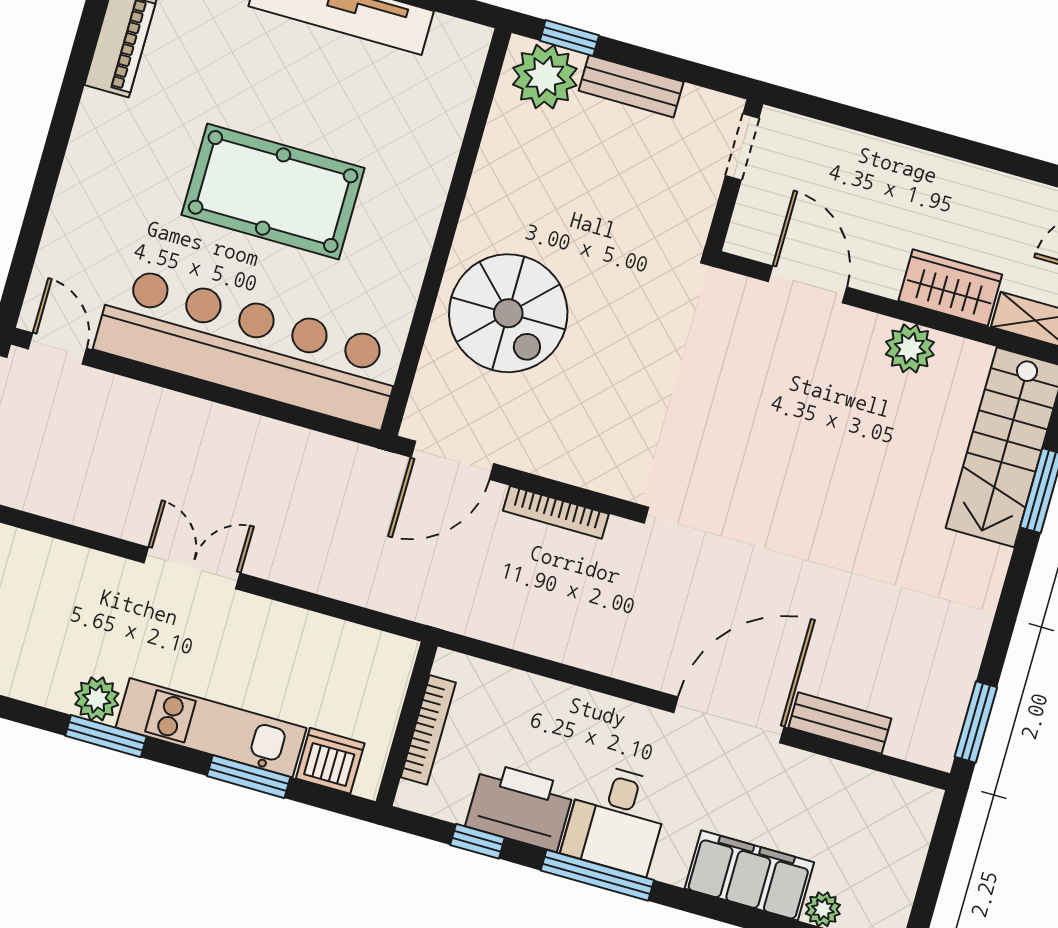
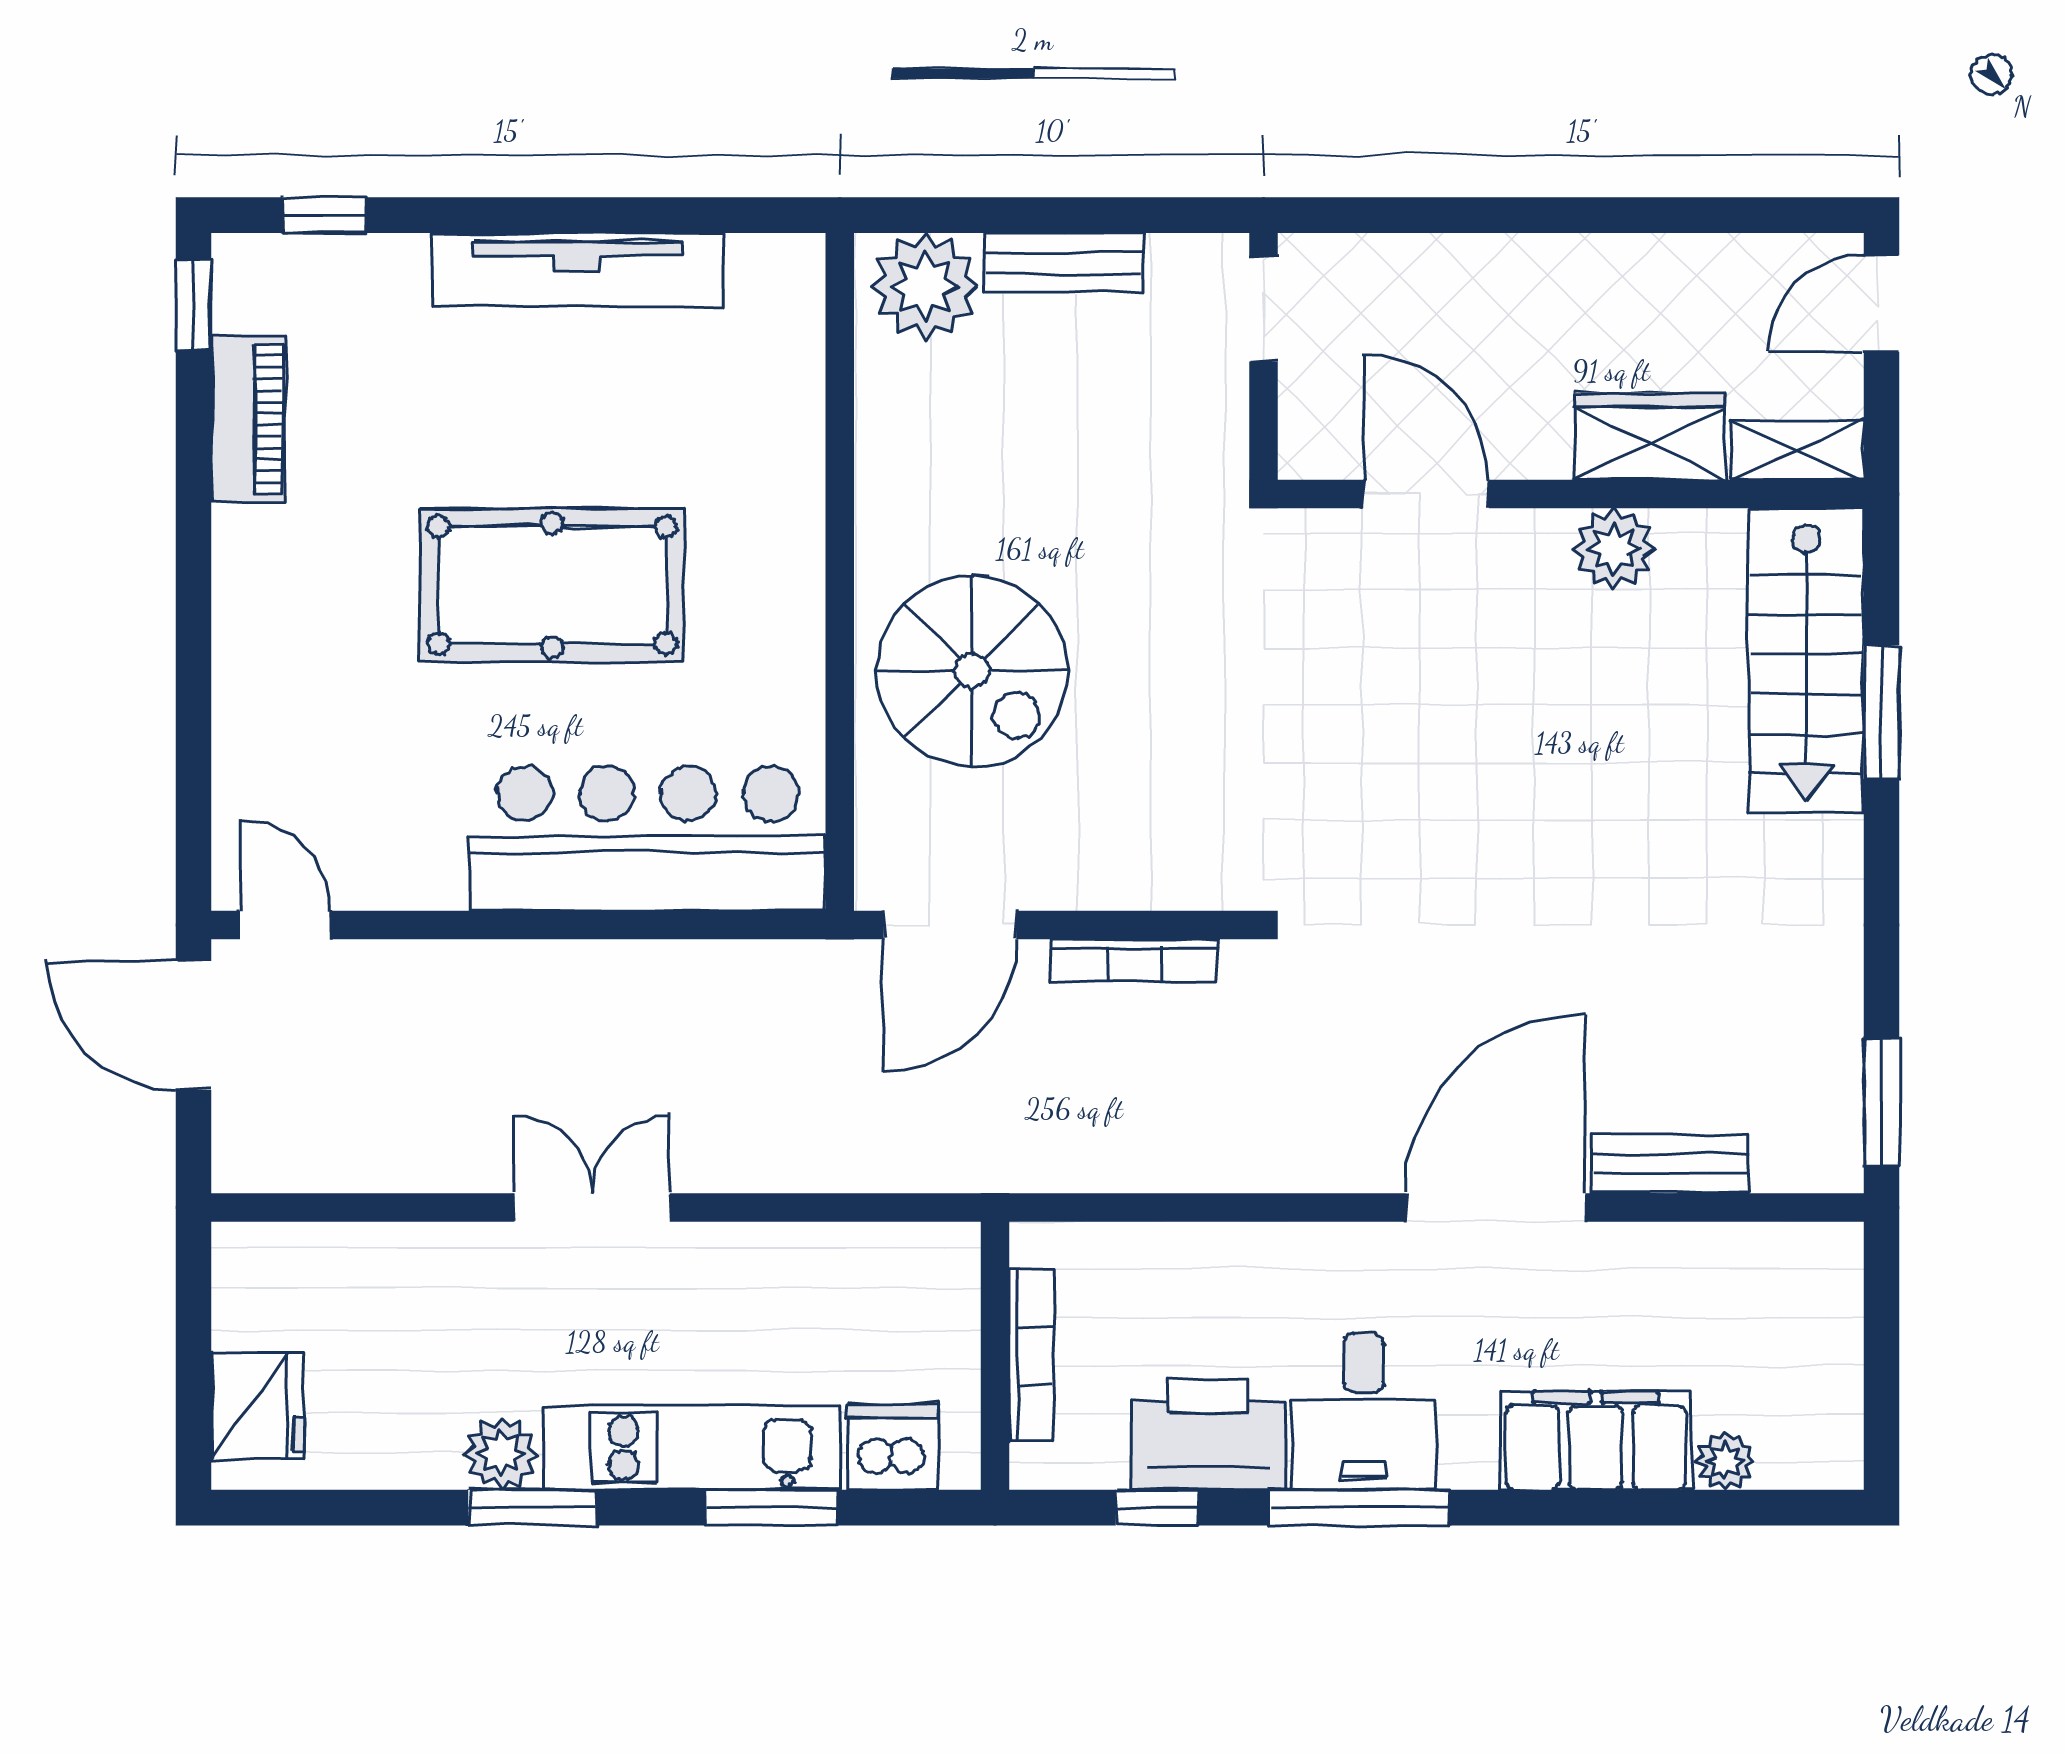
window: (569, 38) -> (946, 215), removed
bar counter: (249, 347) -> (648, 838), width x0.73

